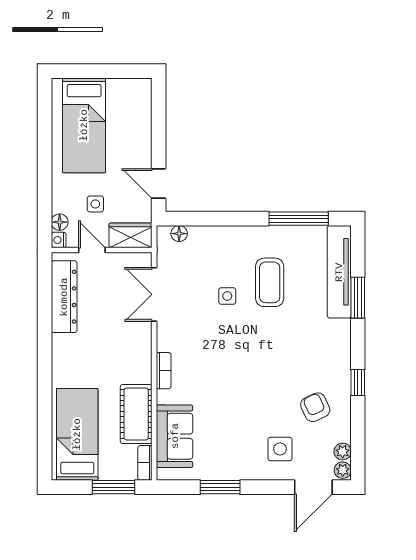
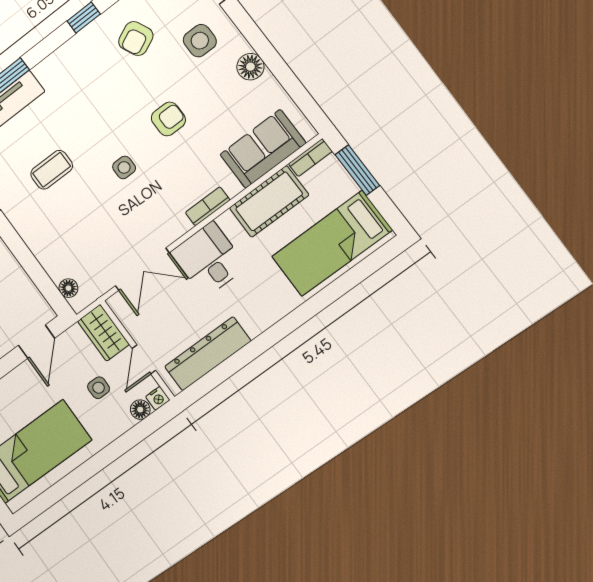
coffee table: (270, 282) -> (52, 170), width x0.73, depth x0.77
side table: (227, 296) -> (124, 167), moved
desk: (127, 345) -> (209, 259), added
armchair: (243, 388) -> (168, 119), added
floor lamp: (236, 469) -> (250, 67), added
window: (220, 487) -> (279, 69), removed

